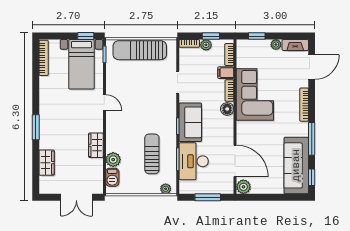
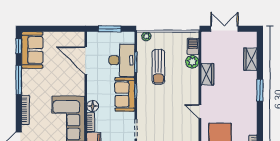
sofa: (296, 165) -> (32, 50), width x0.73
plant: (243, 187) -> (78, 38), removed

